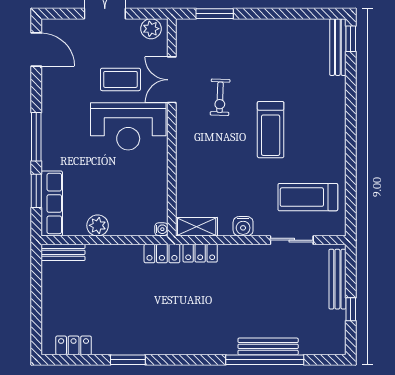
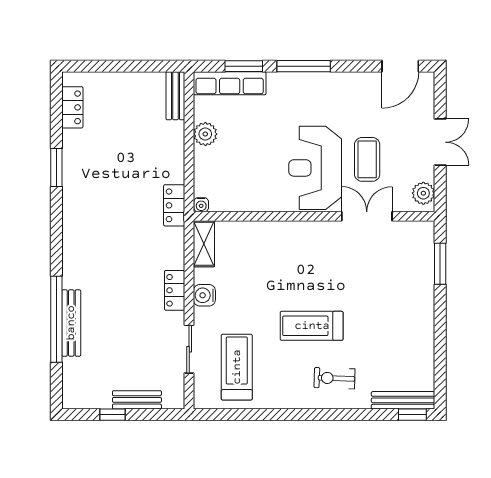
exercise bike: (220, 97) -> (335, 378), moved
locker: (200, 253) -> (175, 290), moved
bench: (337, 279) -> (137, 400), width x0.73

